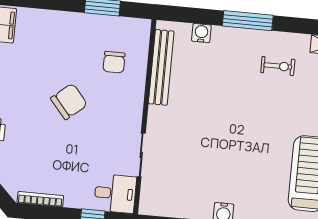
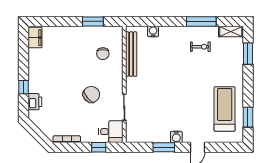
window: (248, 21) -> (201, 21), moved
chair: (69, 101) -> (91, 94), moved

